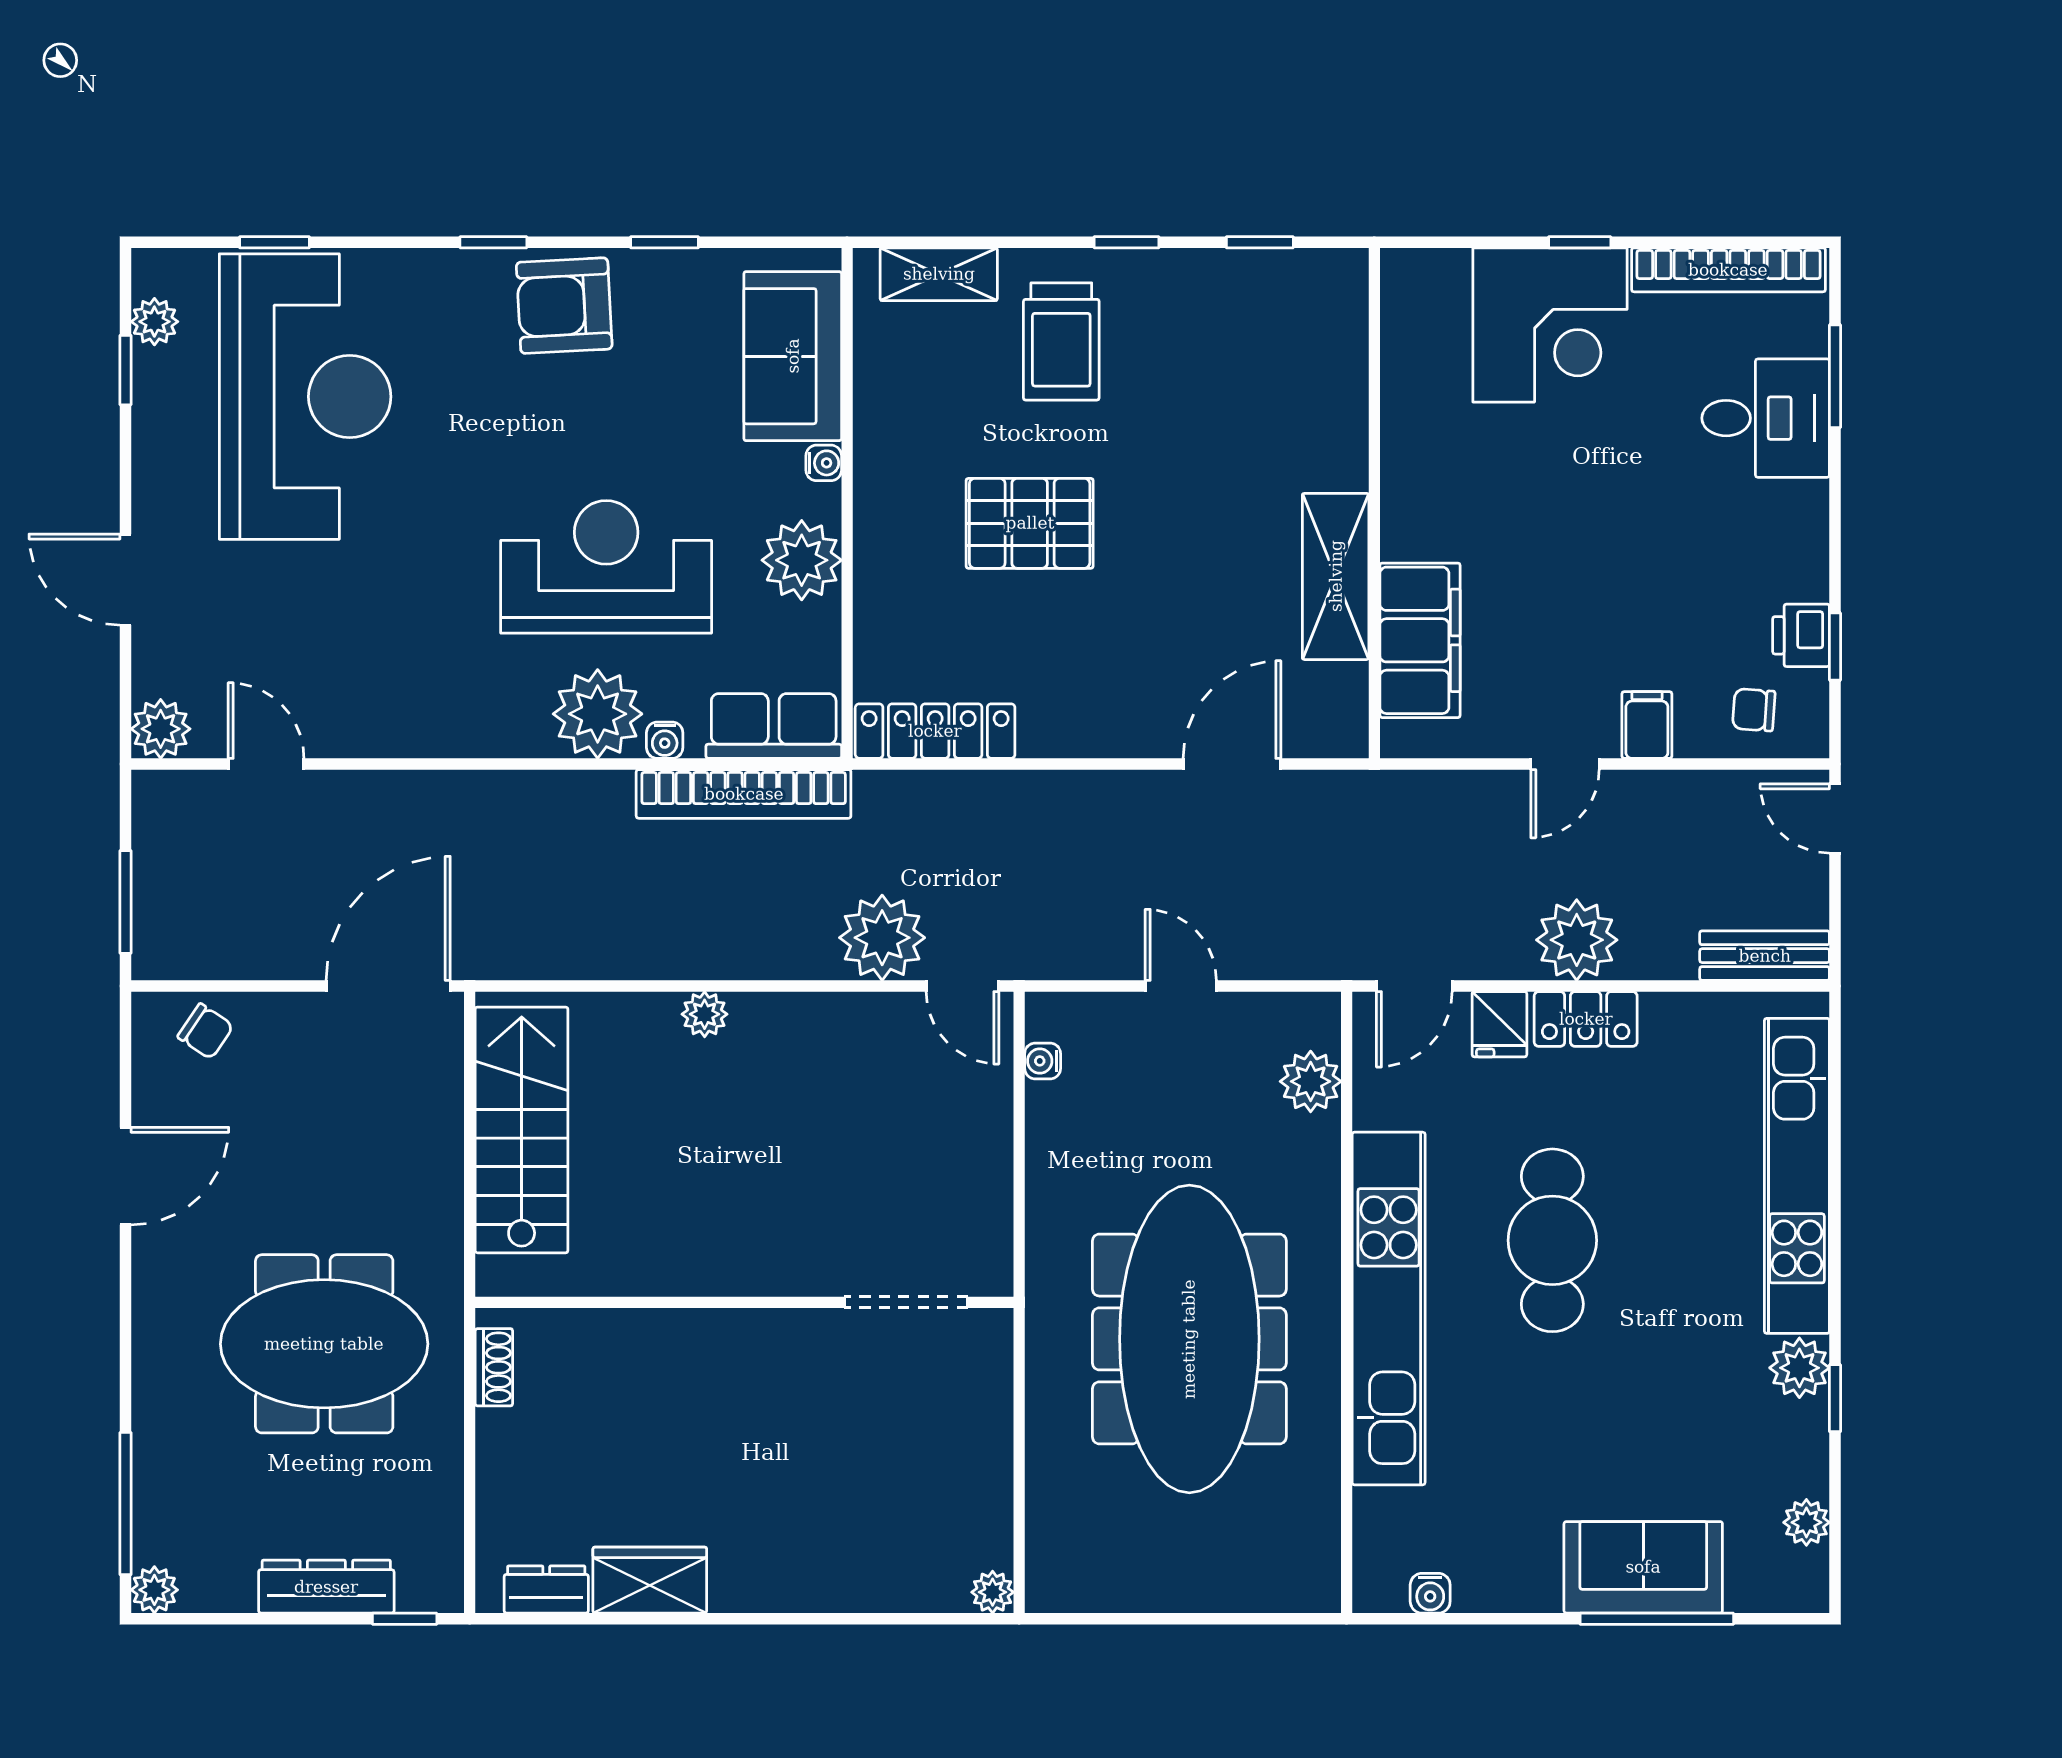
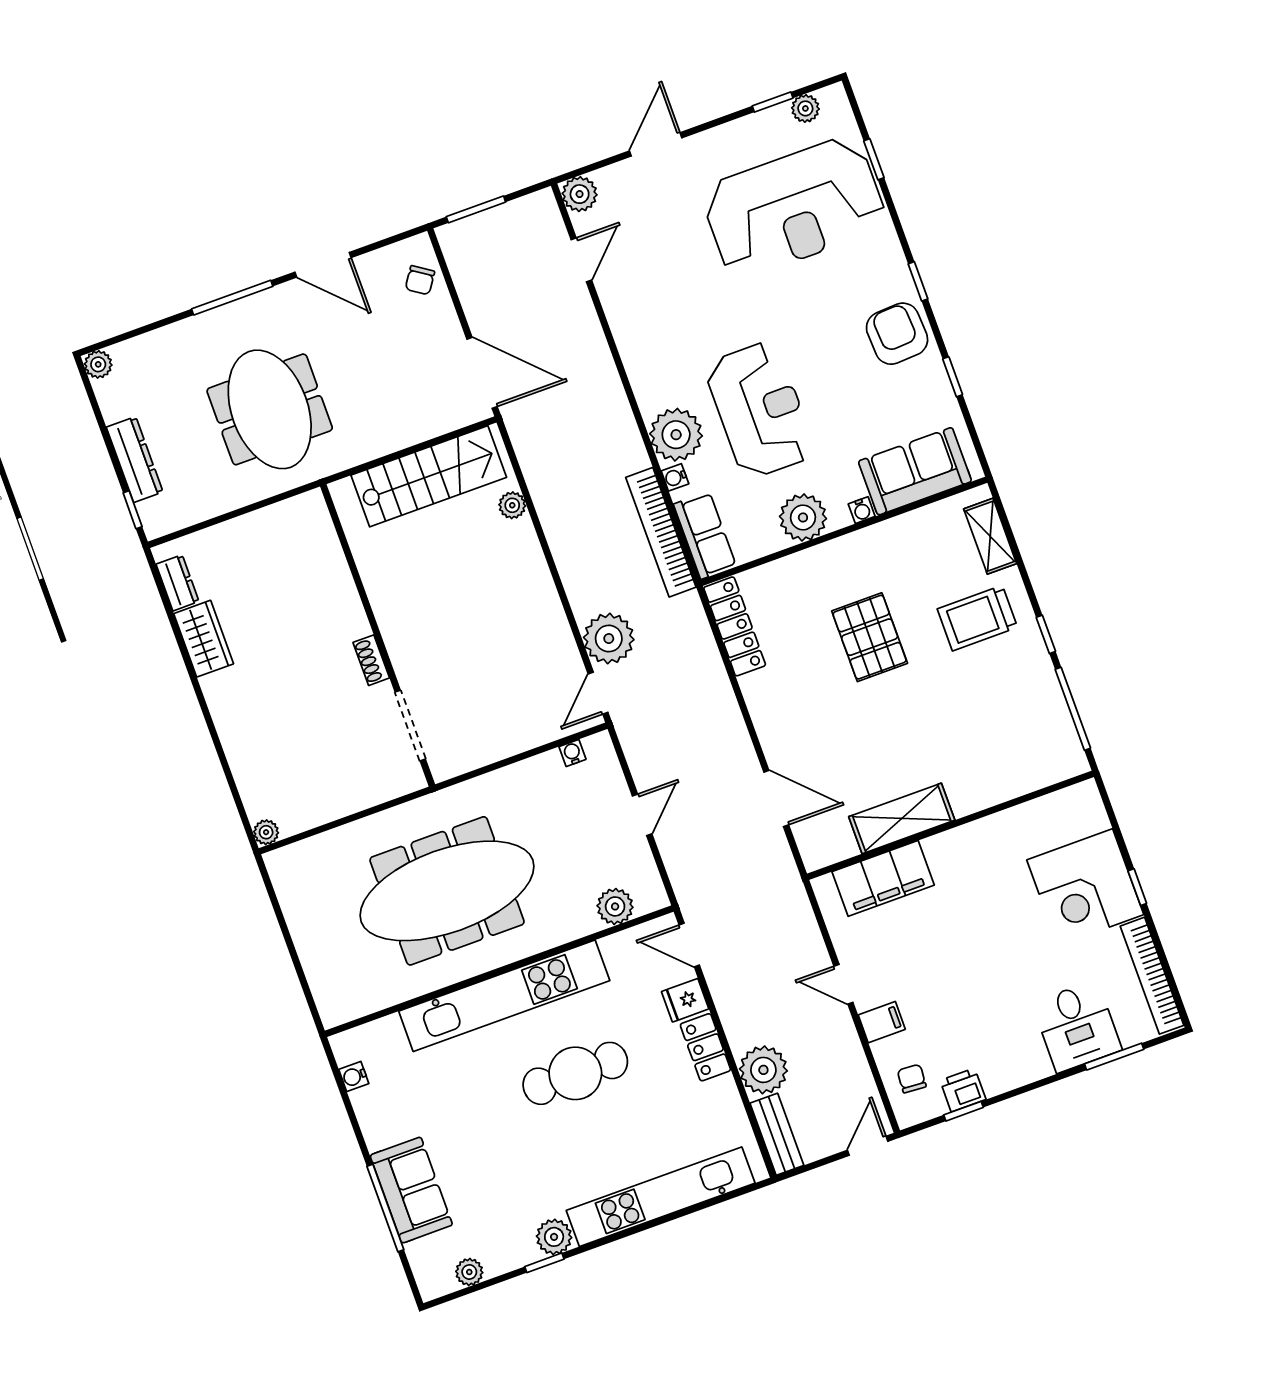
window: (1260, 242) -> (1073, 709), width x2.17
plant: (1577, 940) -> (763, 1070), moved
plant: (705, 1014) -> (512, 505), moved
shoe rack: (494, 1367) -> (371, 660), moved, turned 90
window: (125, 1504) -> (232, 298), moved

